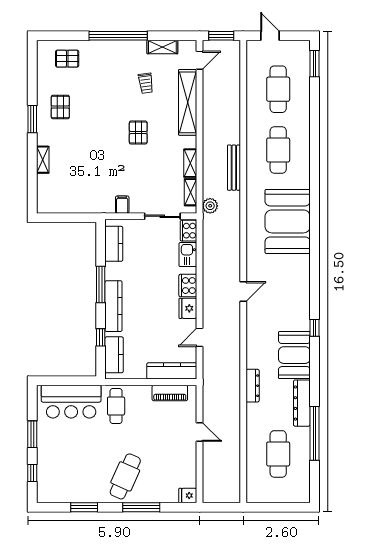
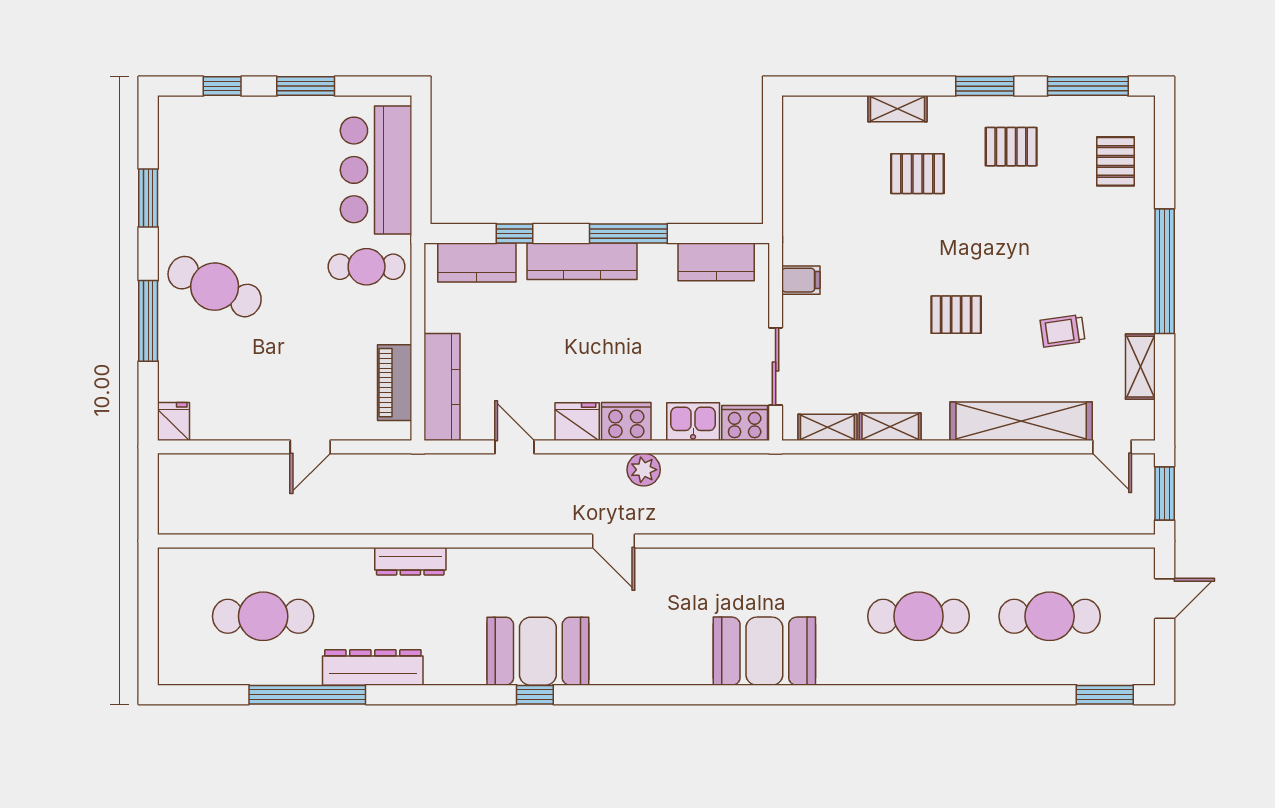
window: (32, 71) -> (1088, 86), added
pallet: (73, 150) -> (917, 174), added
bench: (234, 168) -> (880, 521), removed
plant: (210, 206) -> (644, 470), moved
booth: (288, 221) -> (764, 651), width x0.73, depth x0.70
booth: (294, 355) -> (538, 651), moved

